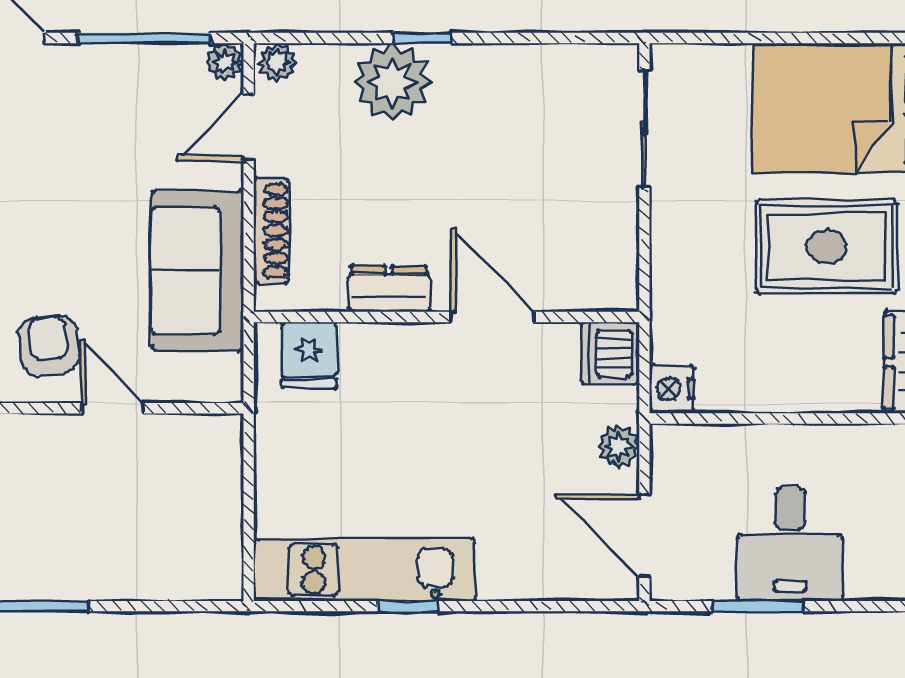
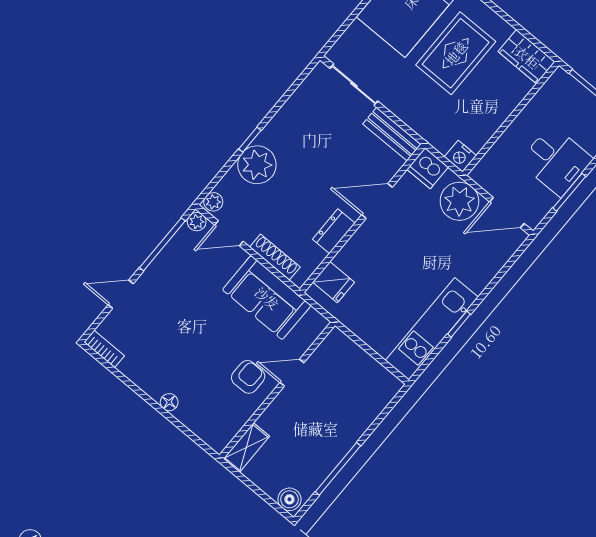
door: (249, 127) -> (229, 233), hinge flipped
bench: (617, 253) -> (392, 134), added
armchair: (49, 346) -> (248, 377), turned 96
plant: (618, 446) -> (459, 201), width x1.87, depth x1.87

